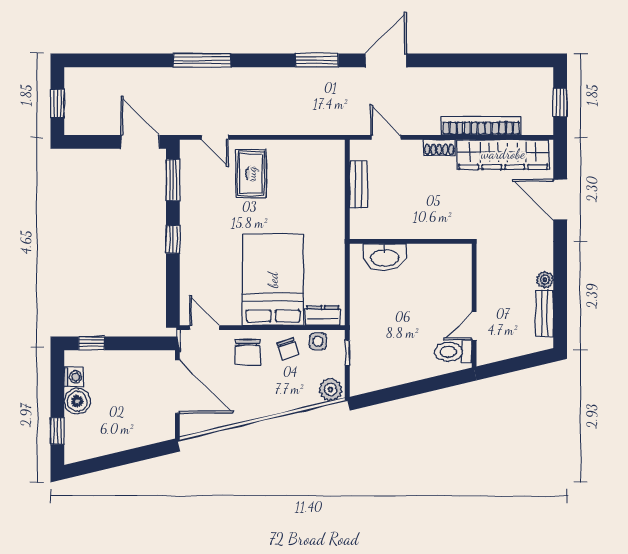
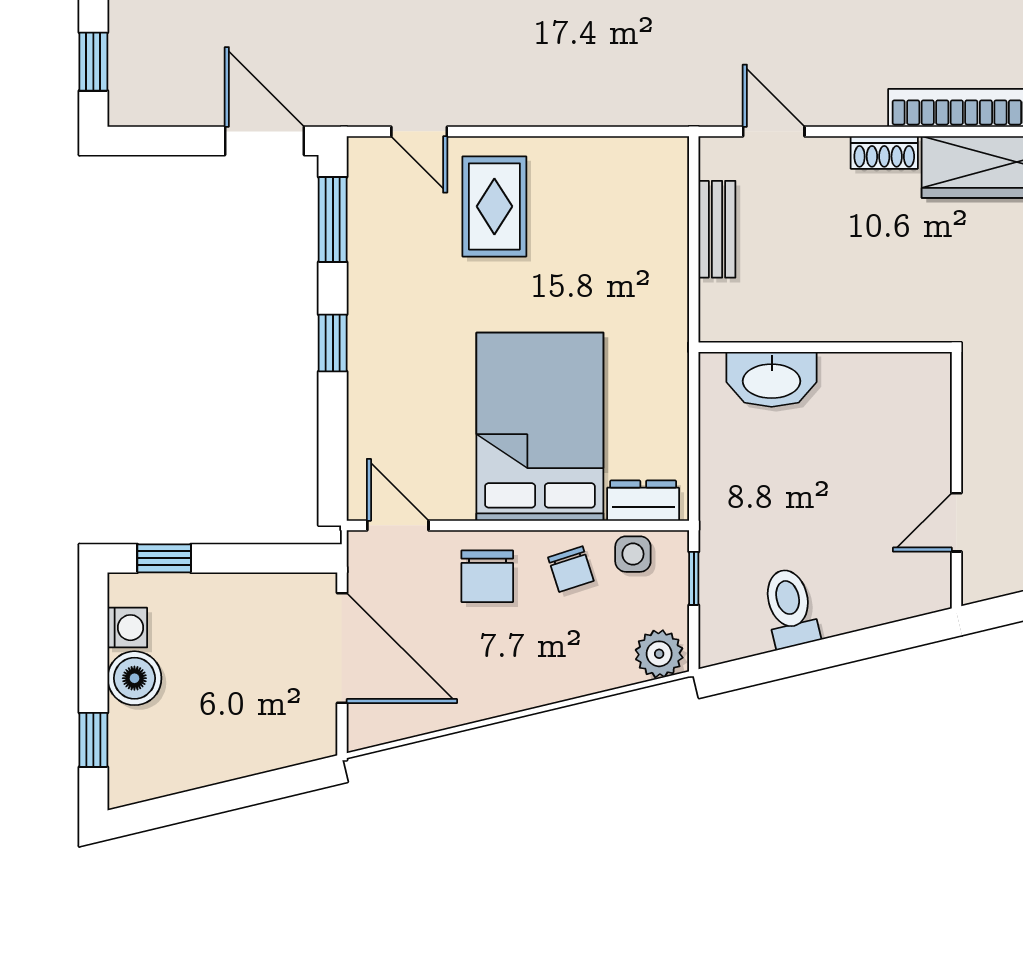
toilet: (453, 352) -> (790, 608), moved, turned 77

